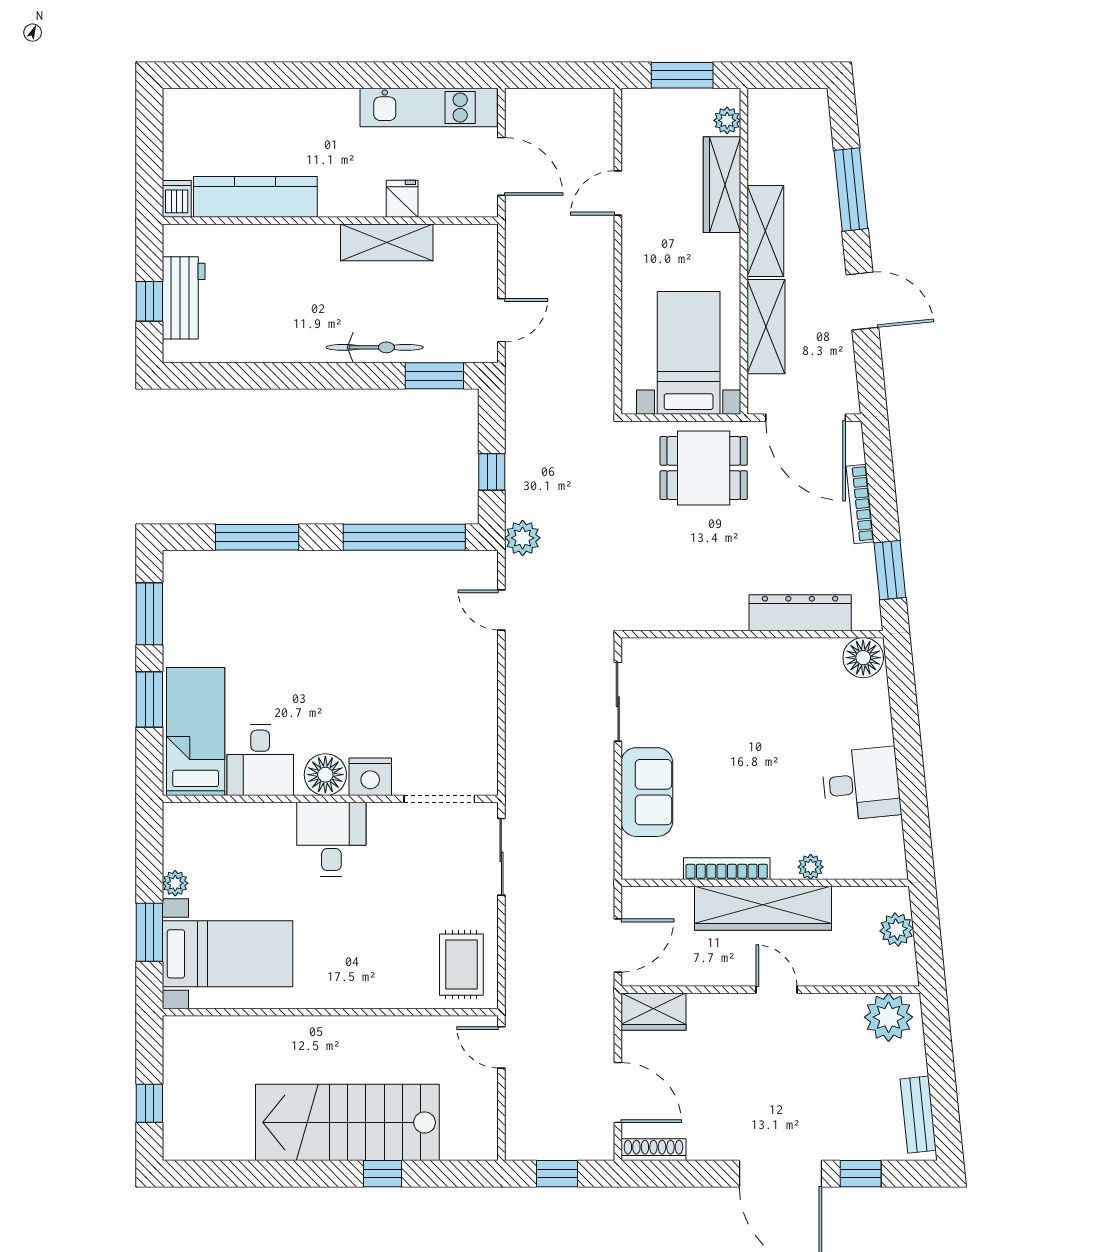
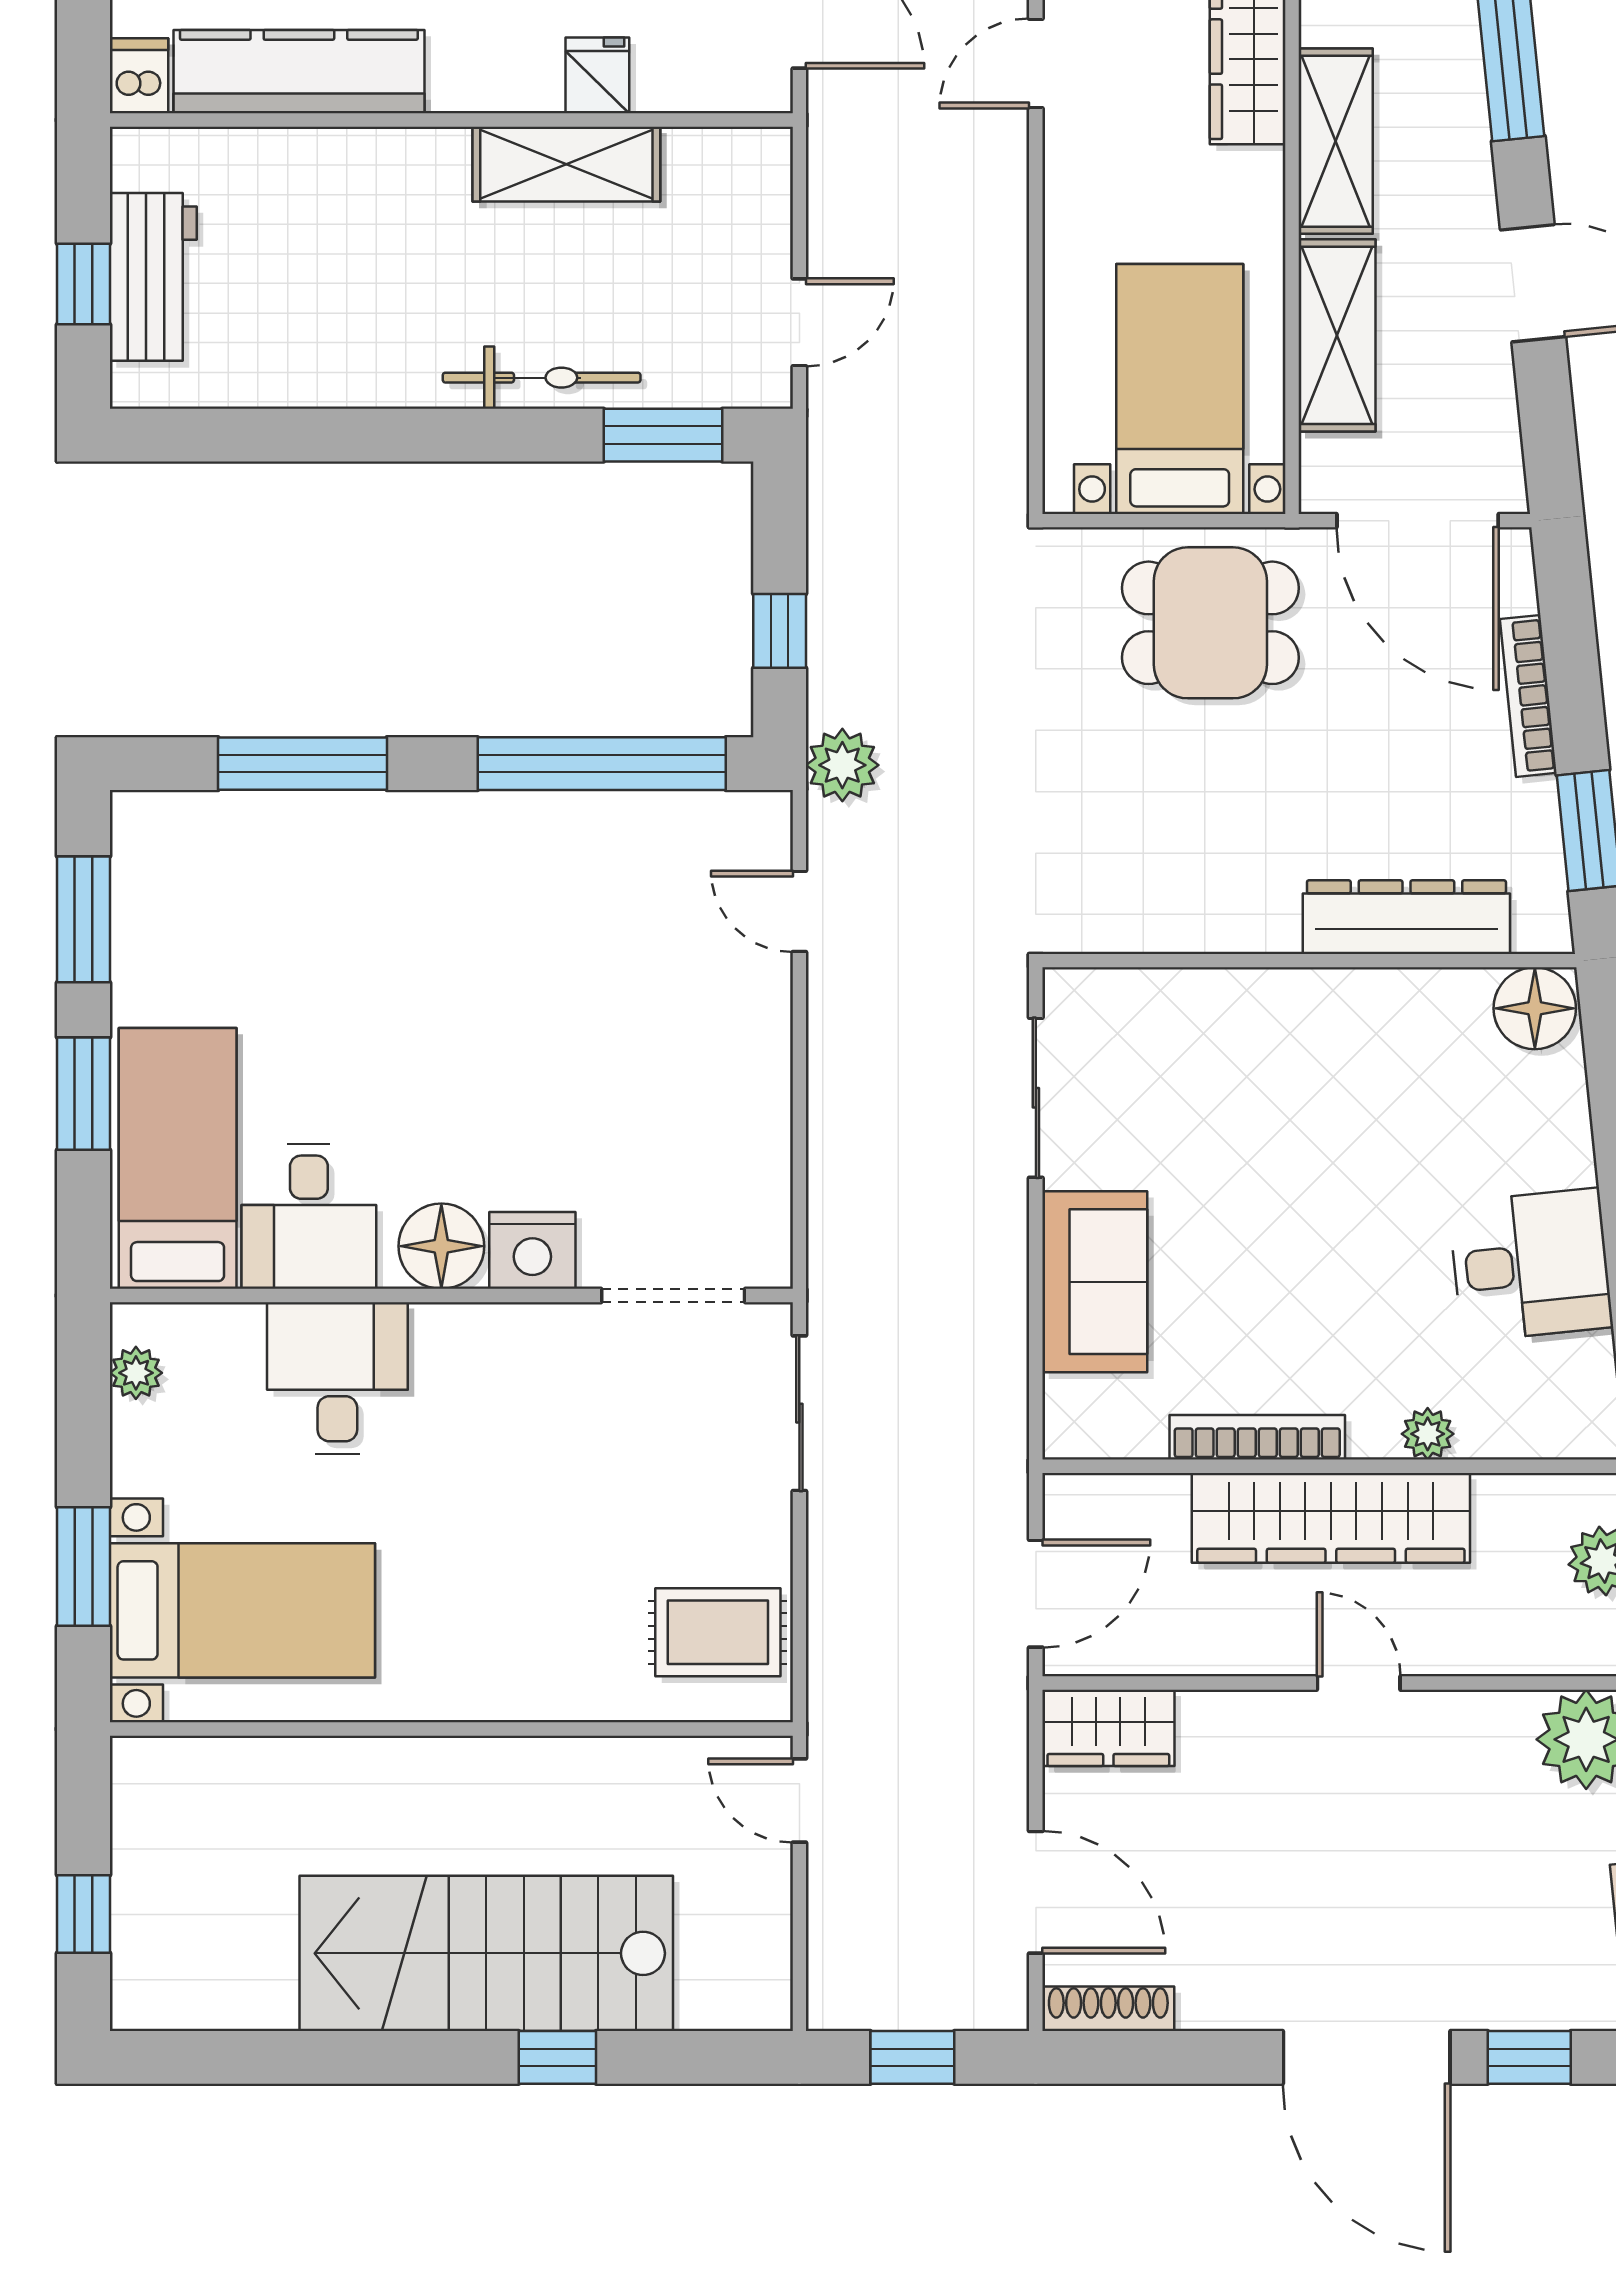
desk: (331, 839) -> (337, 1378), moved
plant: (175, 883) -> (136, 1373), moved
rug: (461, 965) -> (718, 1632), turned 90

